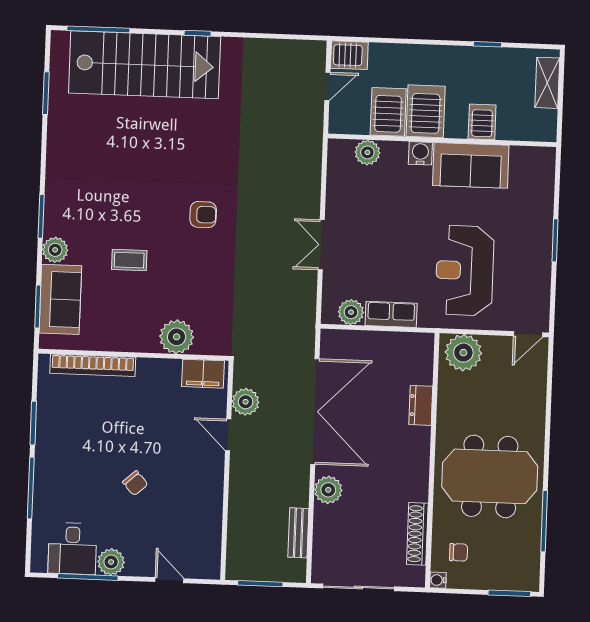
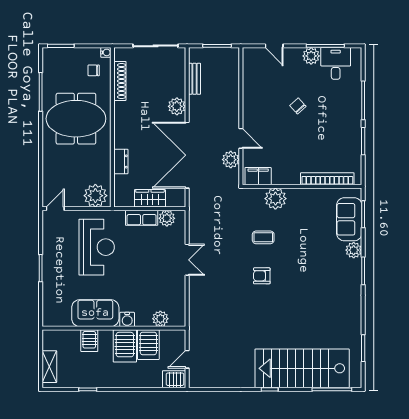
coffee table: (129, 260) -> (263, 237), moved
wardrobe: (377, 345) -> (150, 198), added

